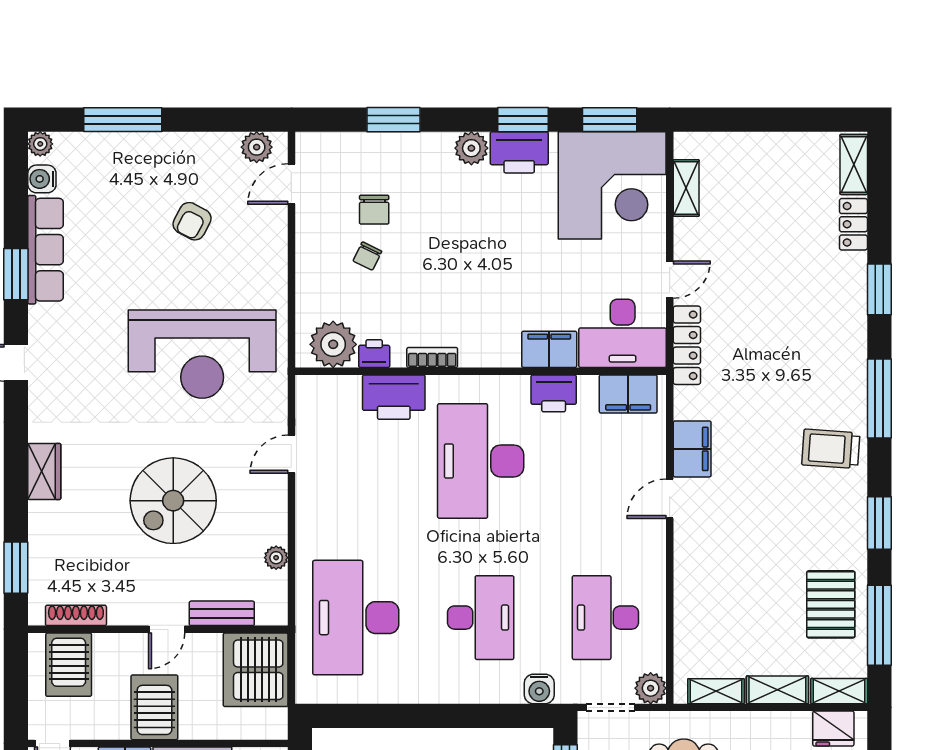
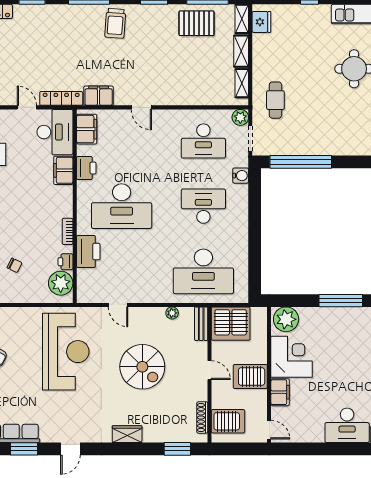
filing cabinet: (692, 449) -> (99, 96), moved
bench: (222, 613) -> (201, 324), moved

